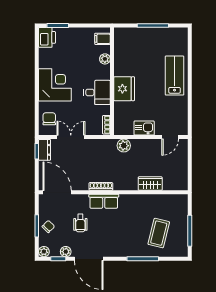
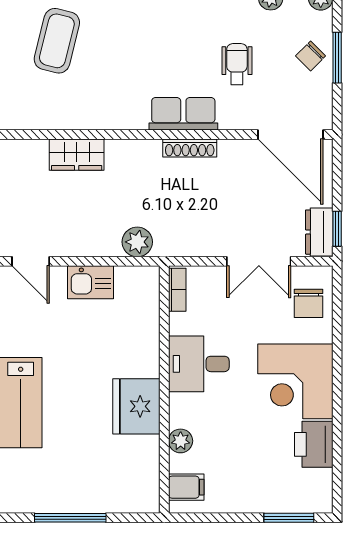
printer: (47, 37) -> (314, 444), moved
fridge: (124, 89) -> (136, 406), moved
door: (170, 137) -> (31, 261), swing flipped

